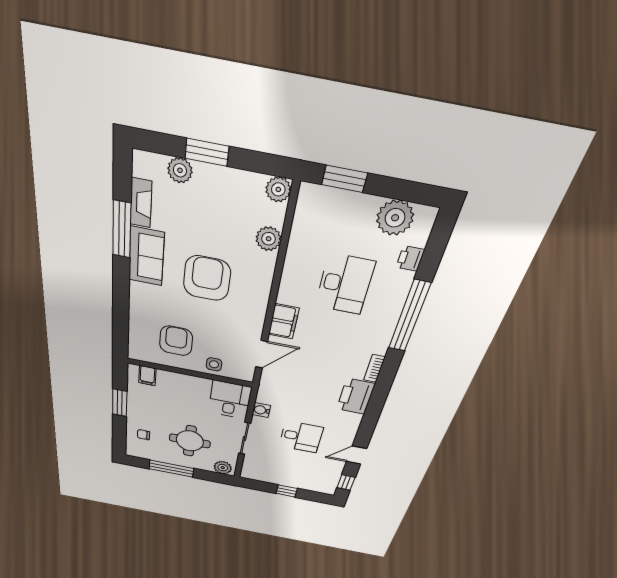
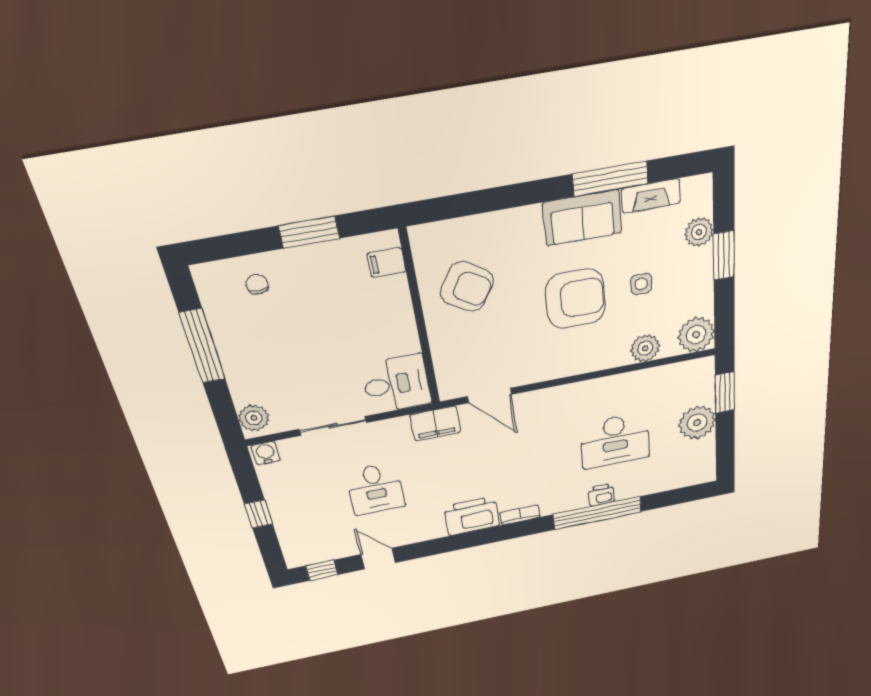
plant: (278, 189) -> (696, 335), width x1.36, depth x1.36
plant: (395, 218) -> (697, 423), moved
printer: (410, 258) -> (601, 495), moved
filing cabinet: (284, 321) -> (435, 424), moved
armchair: (176, 341) -> (467, 287), turned 32
side table: (214, 364) -> (641, 284), moved
water cooler: (261, 410) -> (266, 453), moved
round table: (190, 441) -> (284, 356), removed

